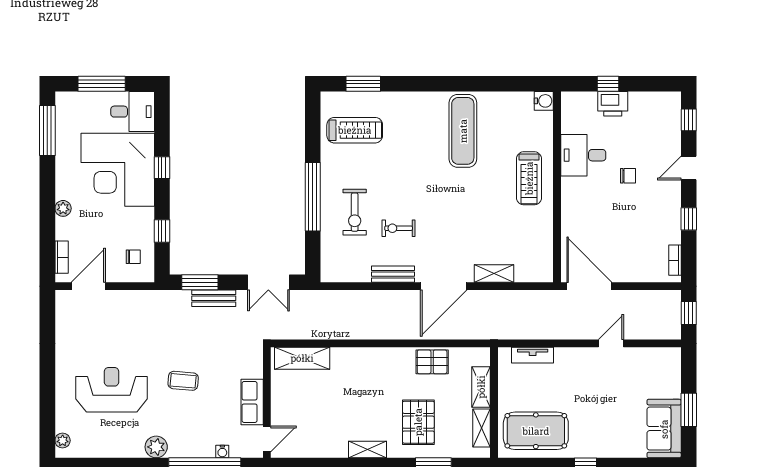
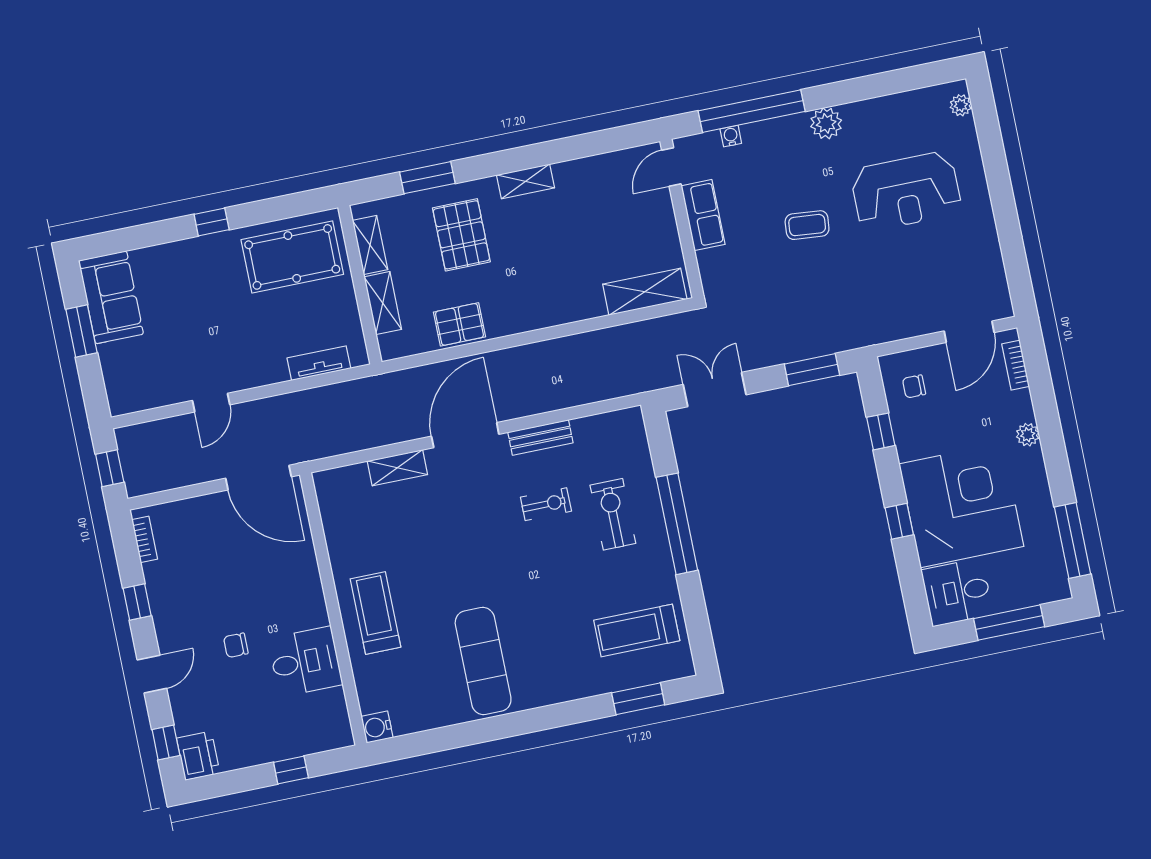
printer: (613, 104) -> (198, 756), moved, turned 90
bench: (214, 298) -> (788, 351), removed

